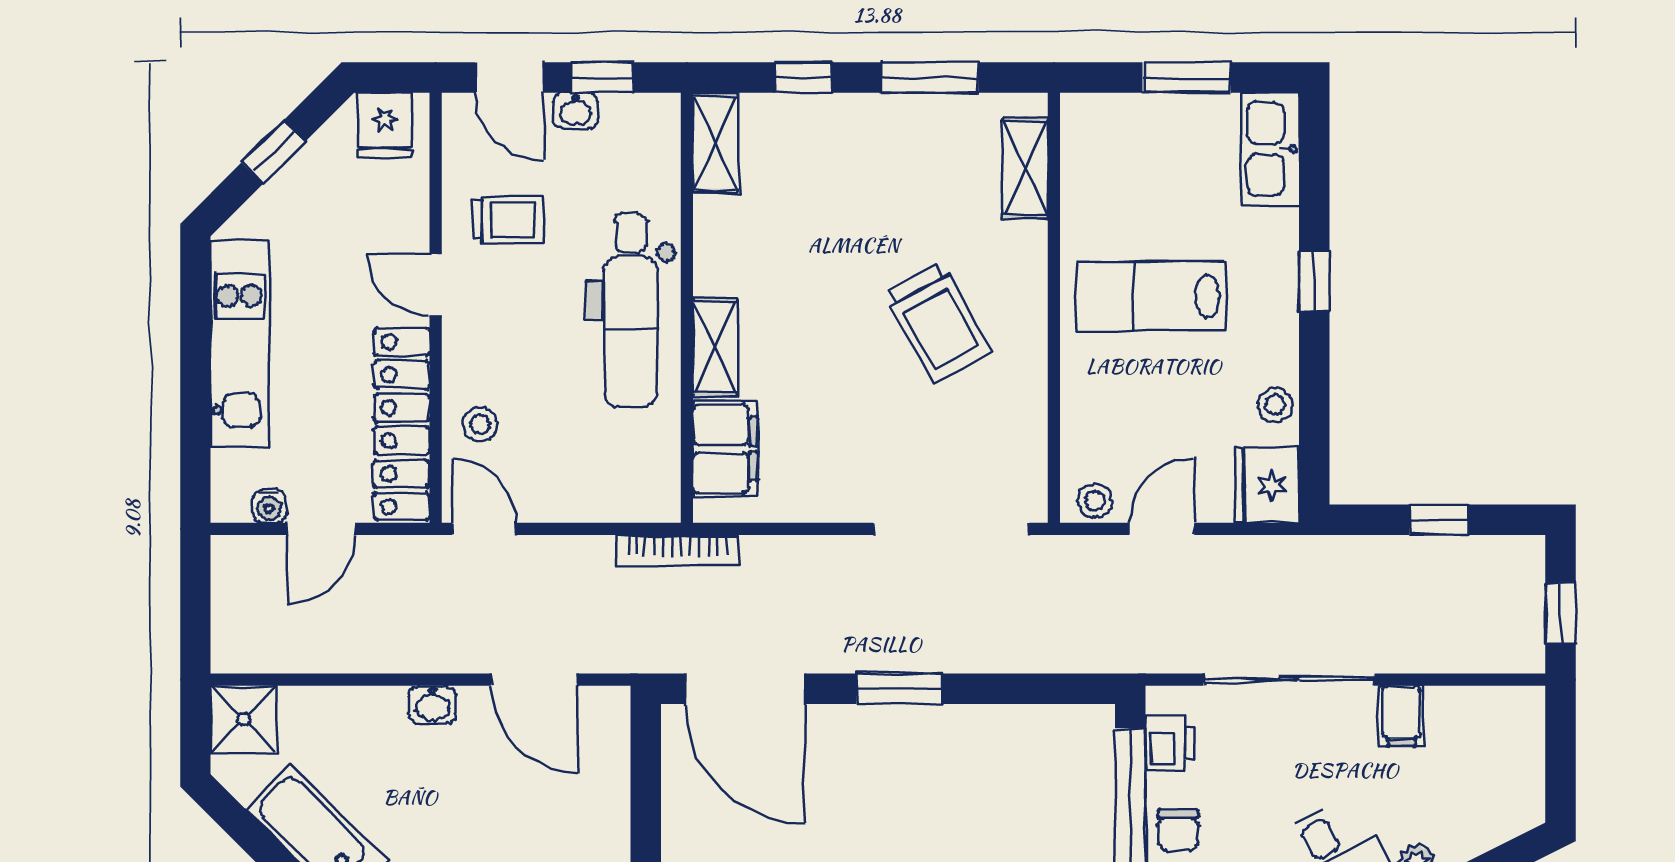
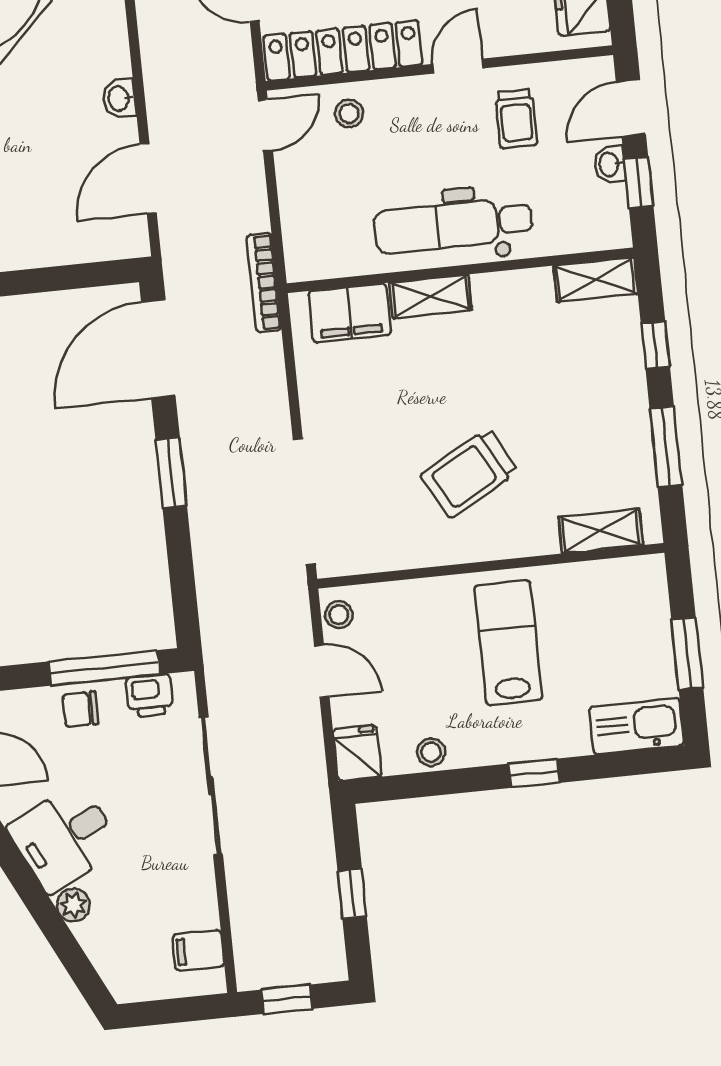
fridge: (1267, 485) -> (357, 753), width x0.72
filing cabinet: (1401, 716) -> (198, 950), moved

